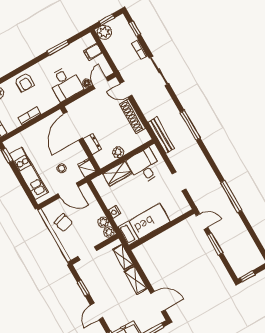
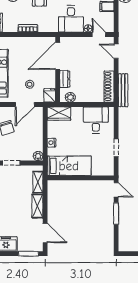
door: (100, 83) -> (99, 35), hinge flipped
shoe rack: (132, 116) -> (109, 87), moved
bench: (161, 135) -> (123, 90), moved
plant: (118, 152) -> (70, 97), moved
wardrobe: (117, 174) -> (59, 114), moved
door: (68, 190) -> (25, 104), hinge flipped
plant: (103, 222) -> (38, 146), removed
window: (248, 276) -> (127, 254), removed

